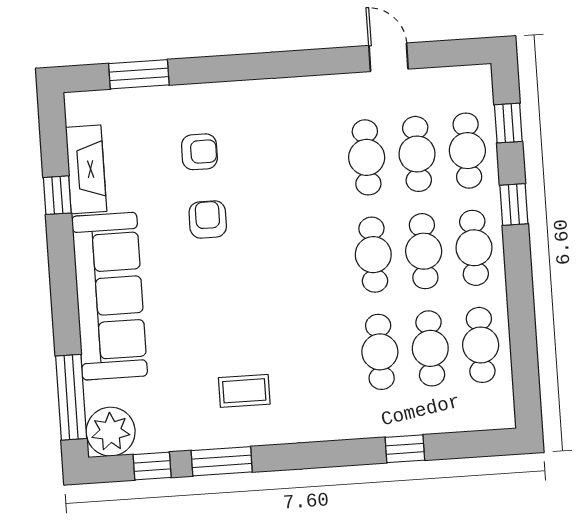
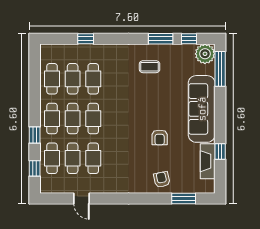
armchair: (199, 152) -> (162, 179), moved, turned 78

